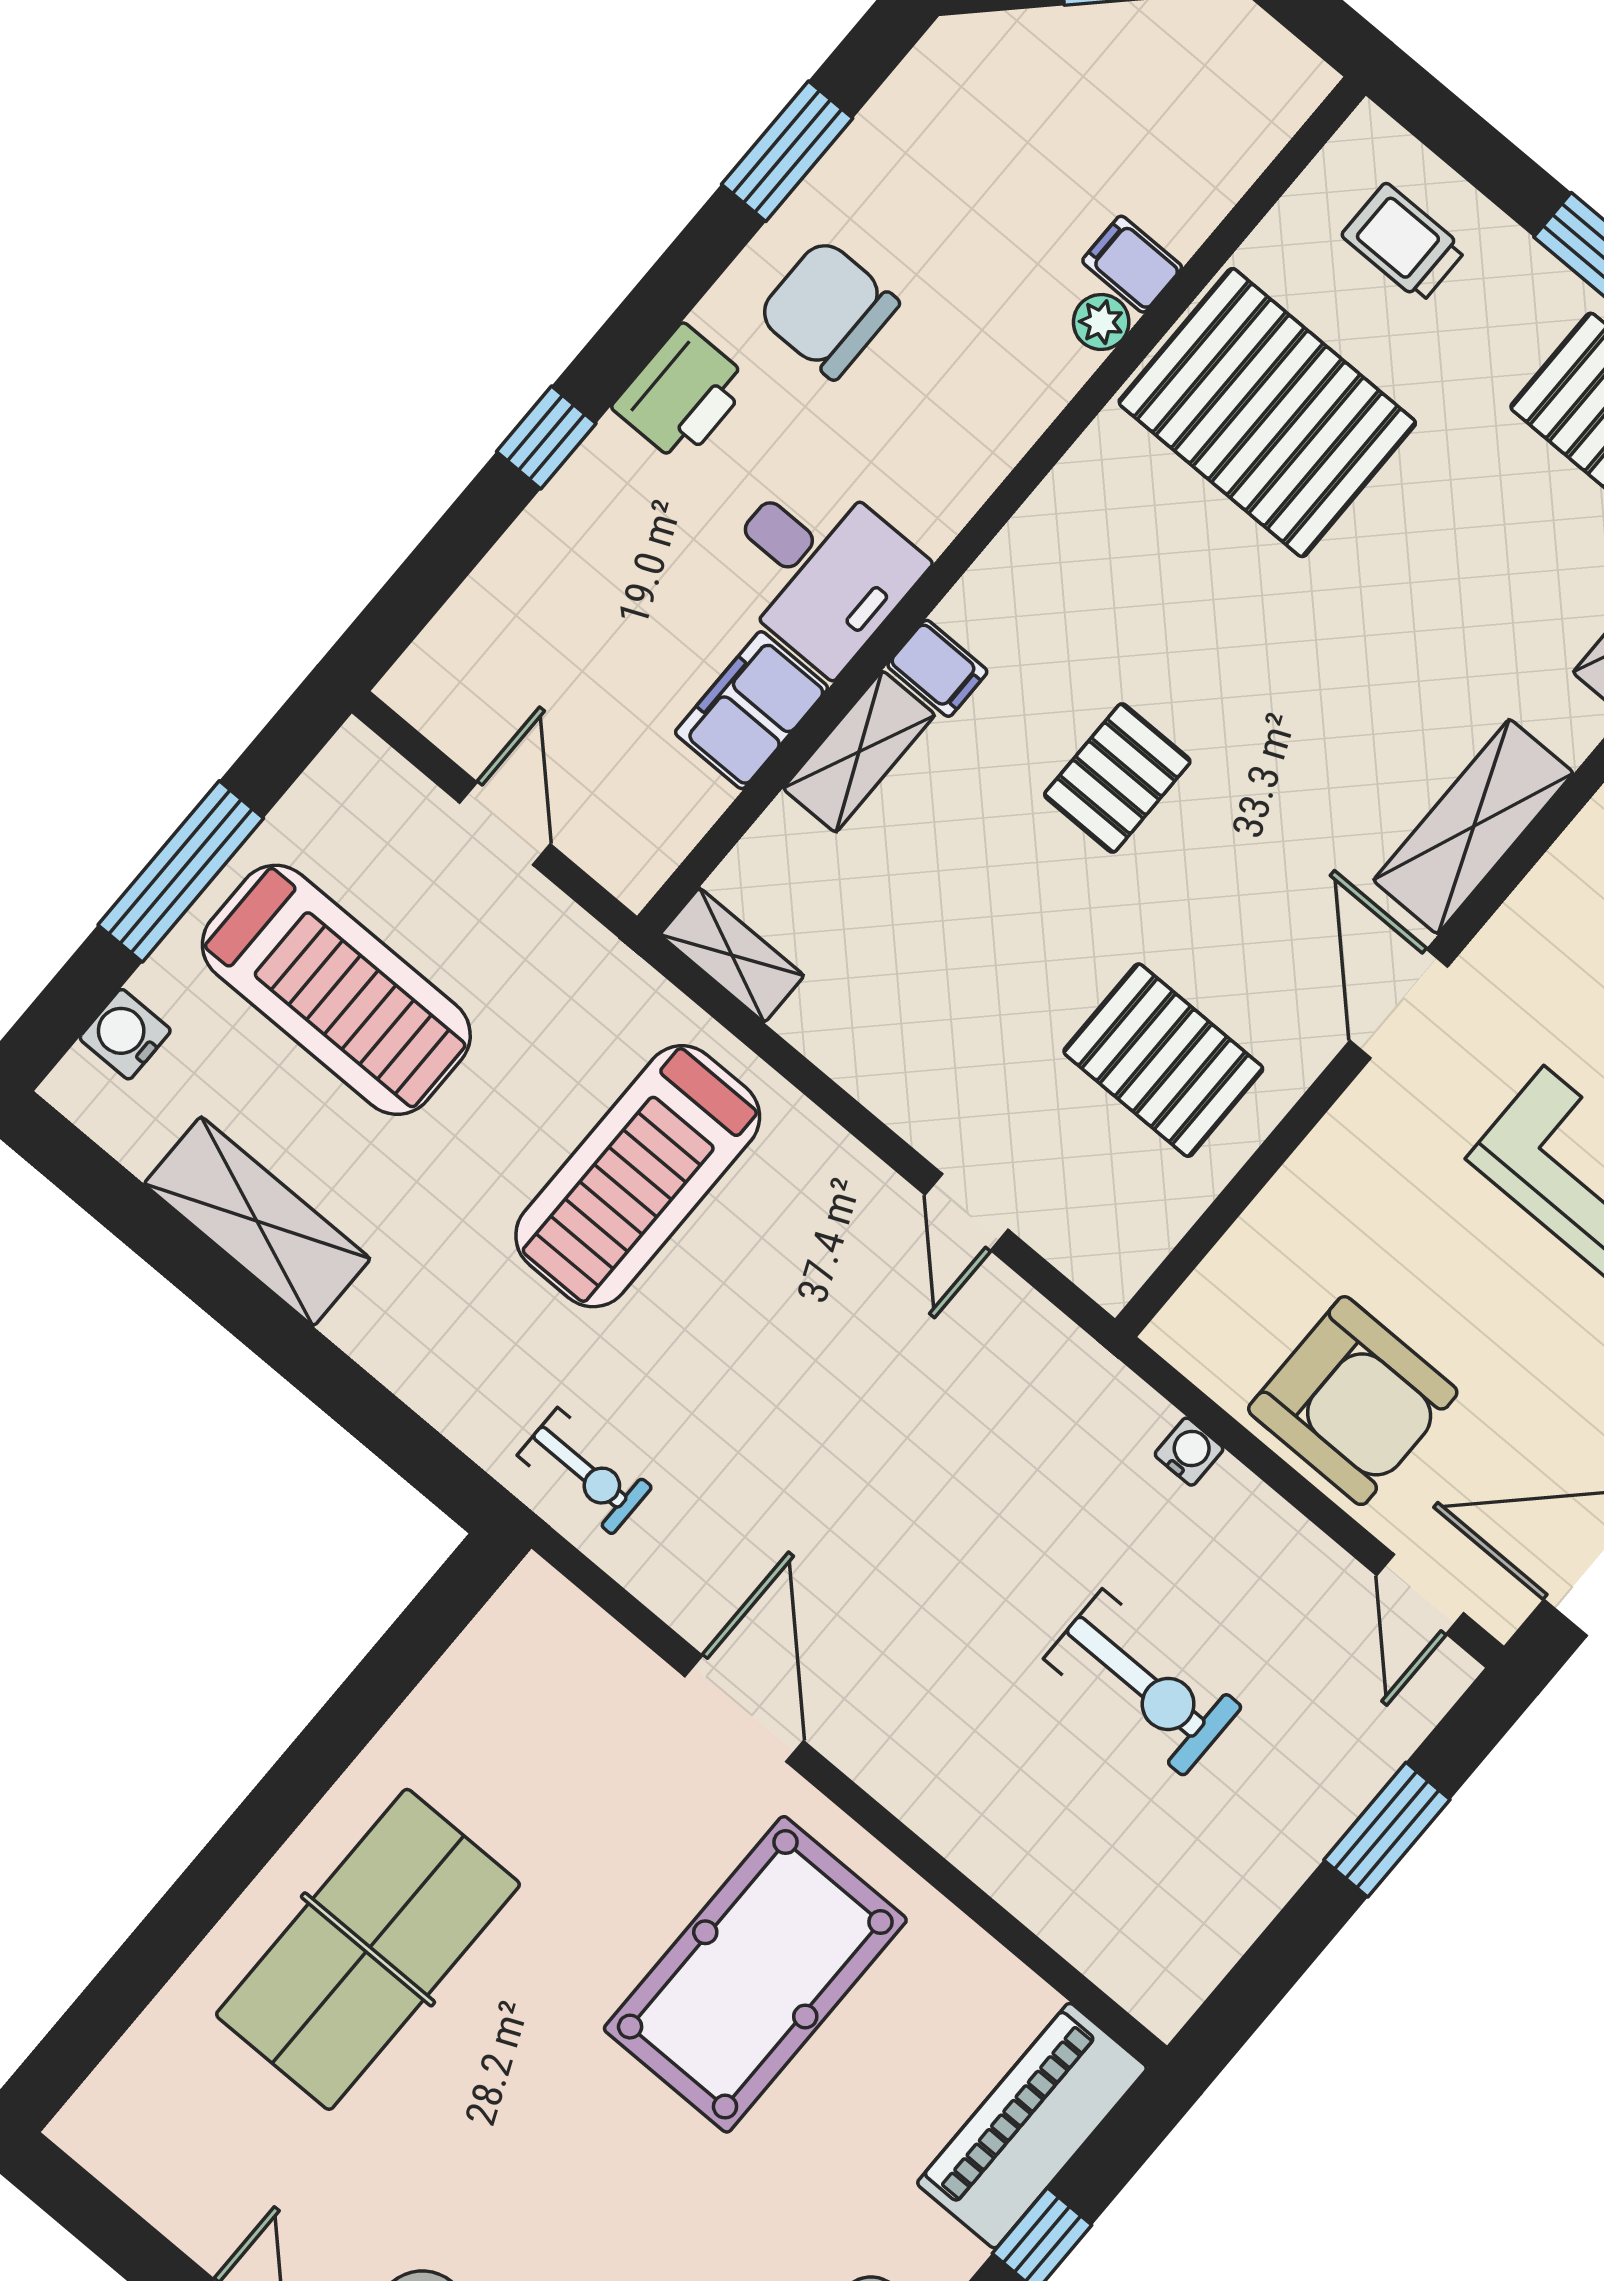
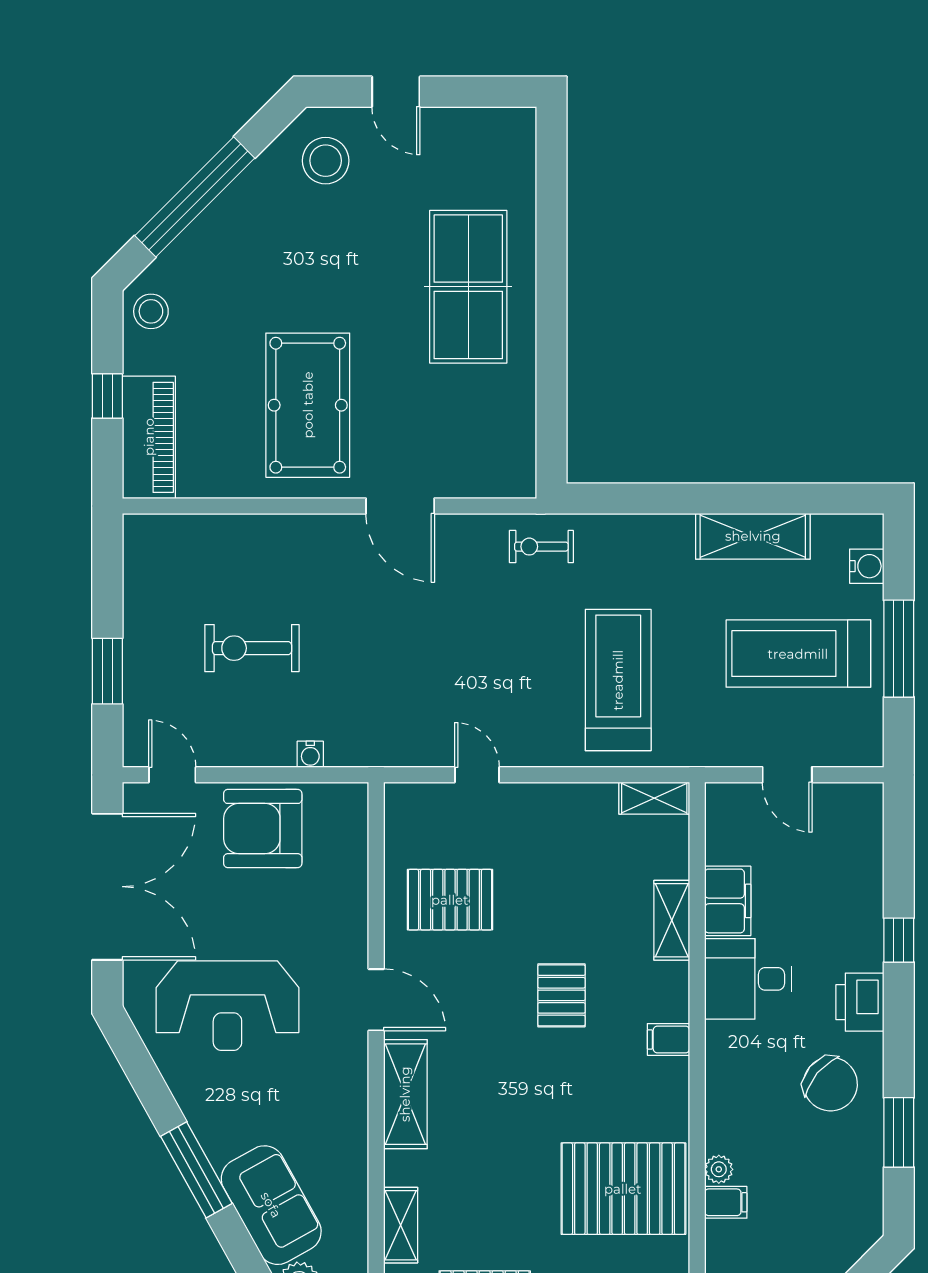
chair: (828, 309) -> (830, 1084), turned 40
filing cabinet: (937, 668) -> (668, 1039), moved

